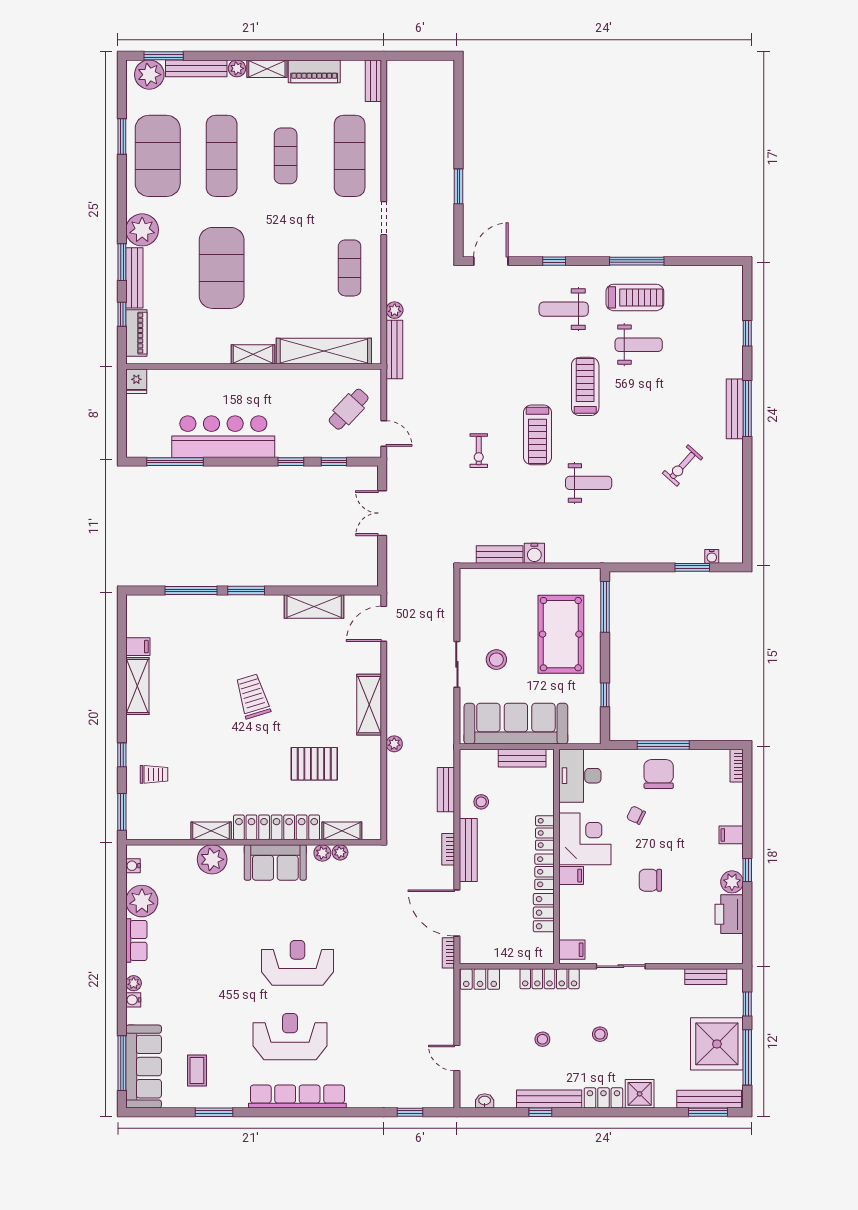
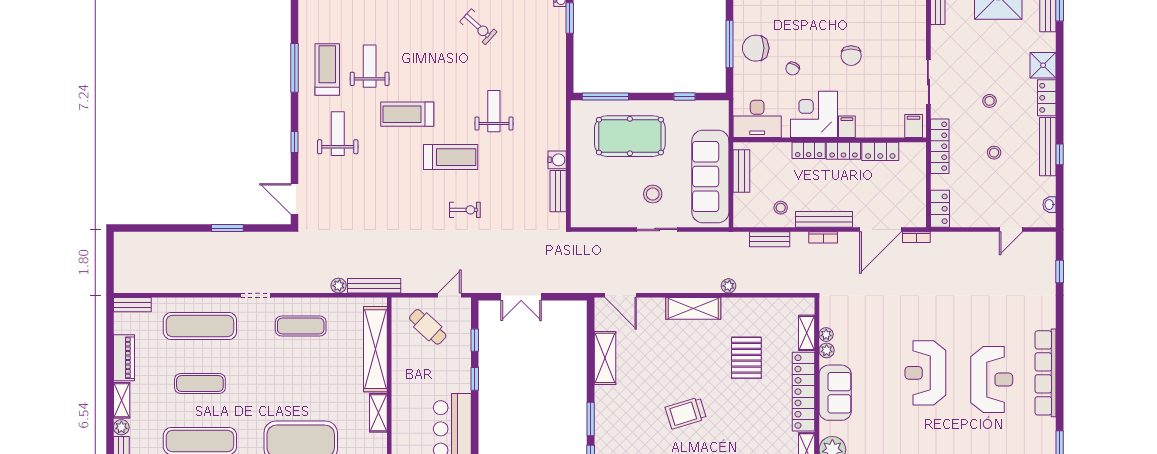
weight bench: (564, 309) -> (338, 134), turned 180
reception desk: (290, 1037) -> (992, 380), turned 180

